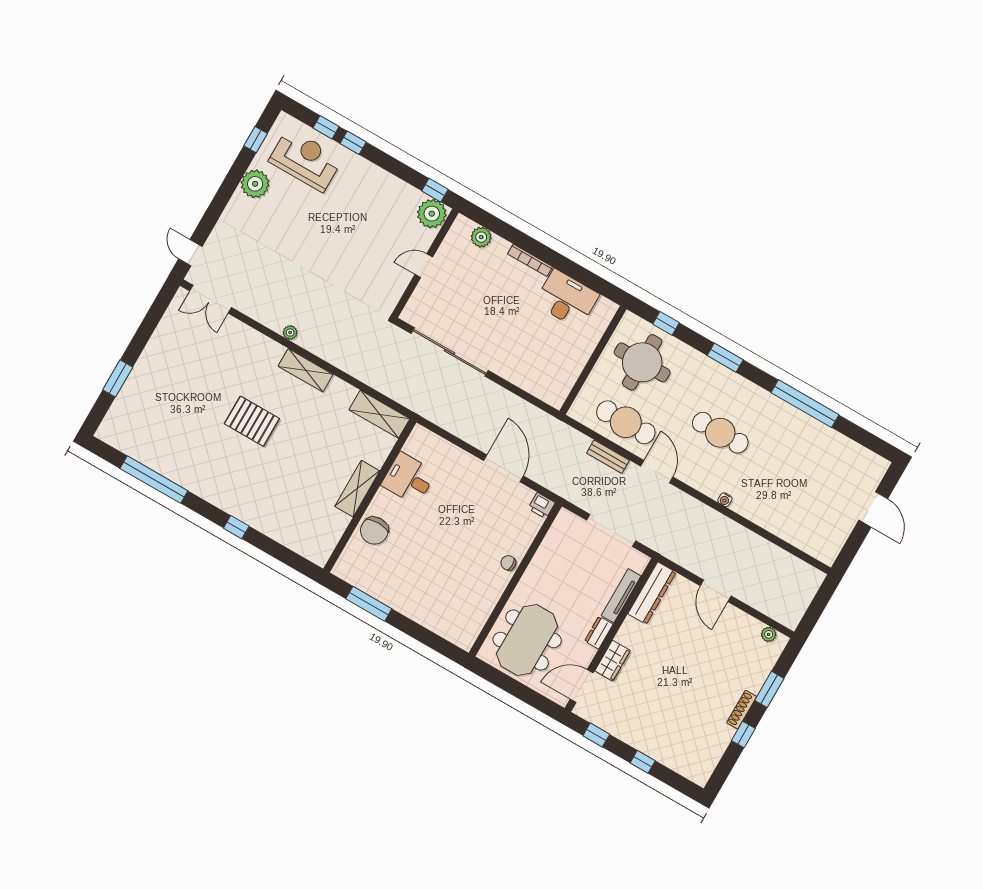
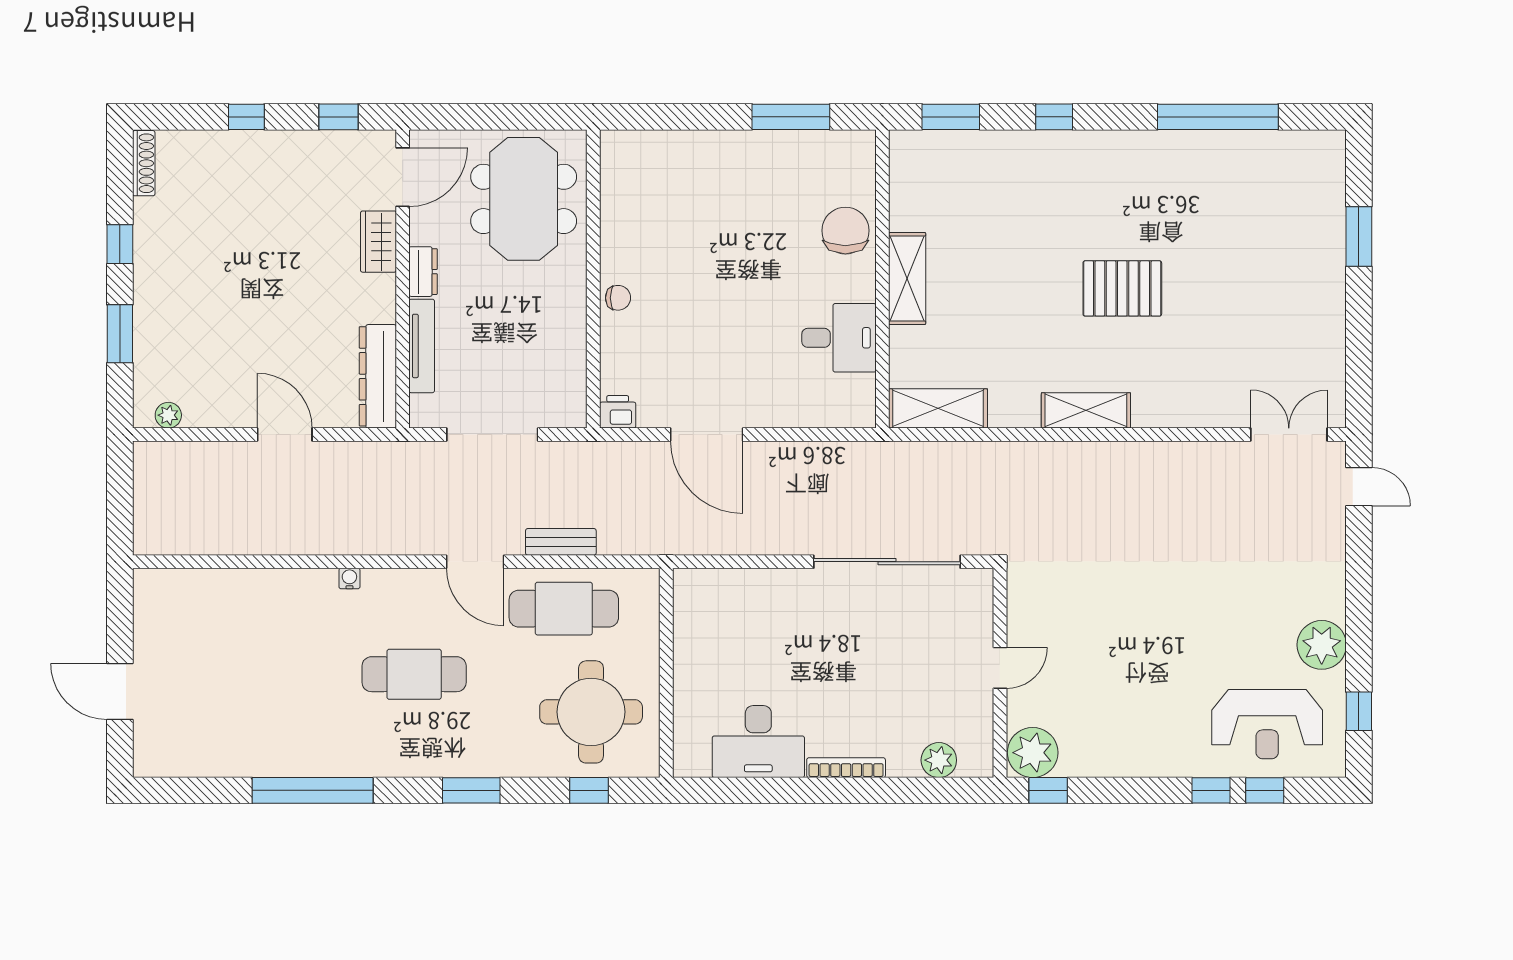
plant: (290, 332) -> (1142, 453), removed
window: (288, 557) -> (951, 117), added
shoe rack: (742, 710) -> (144, 163), moved

